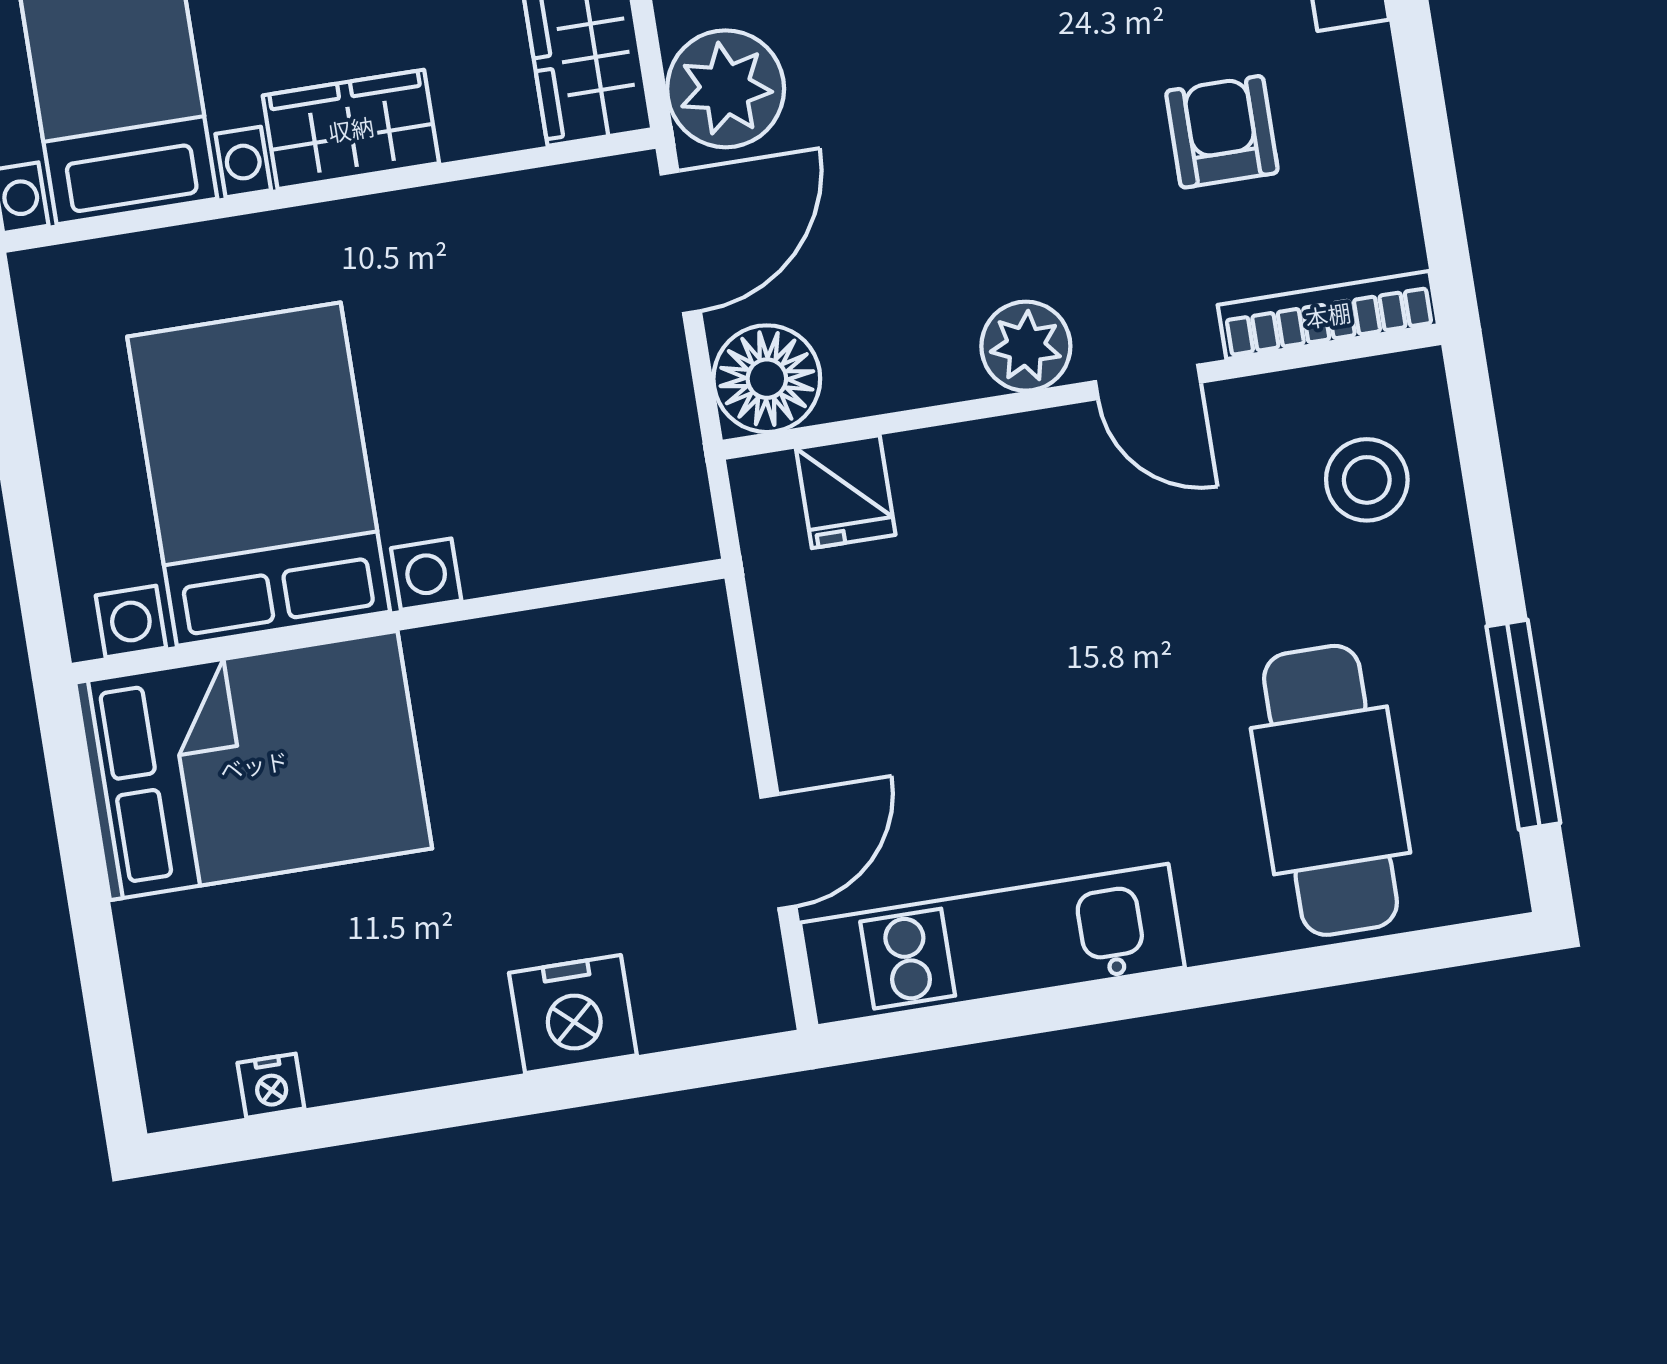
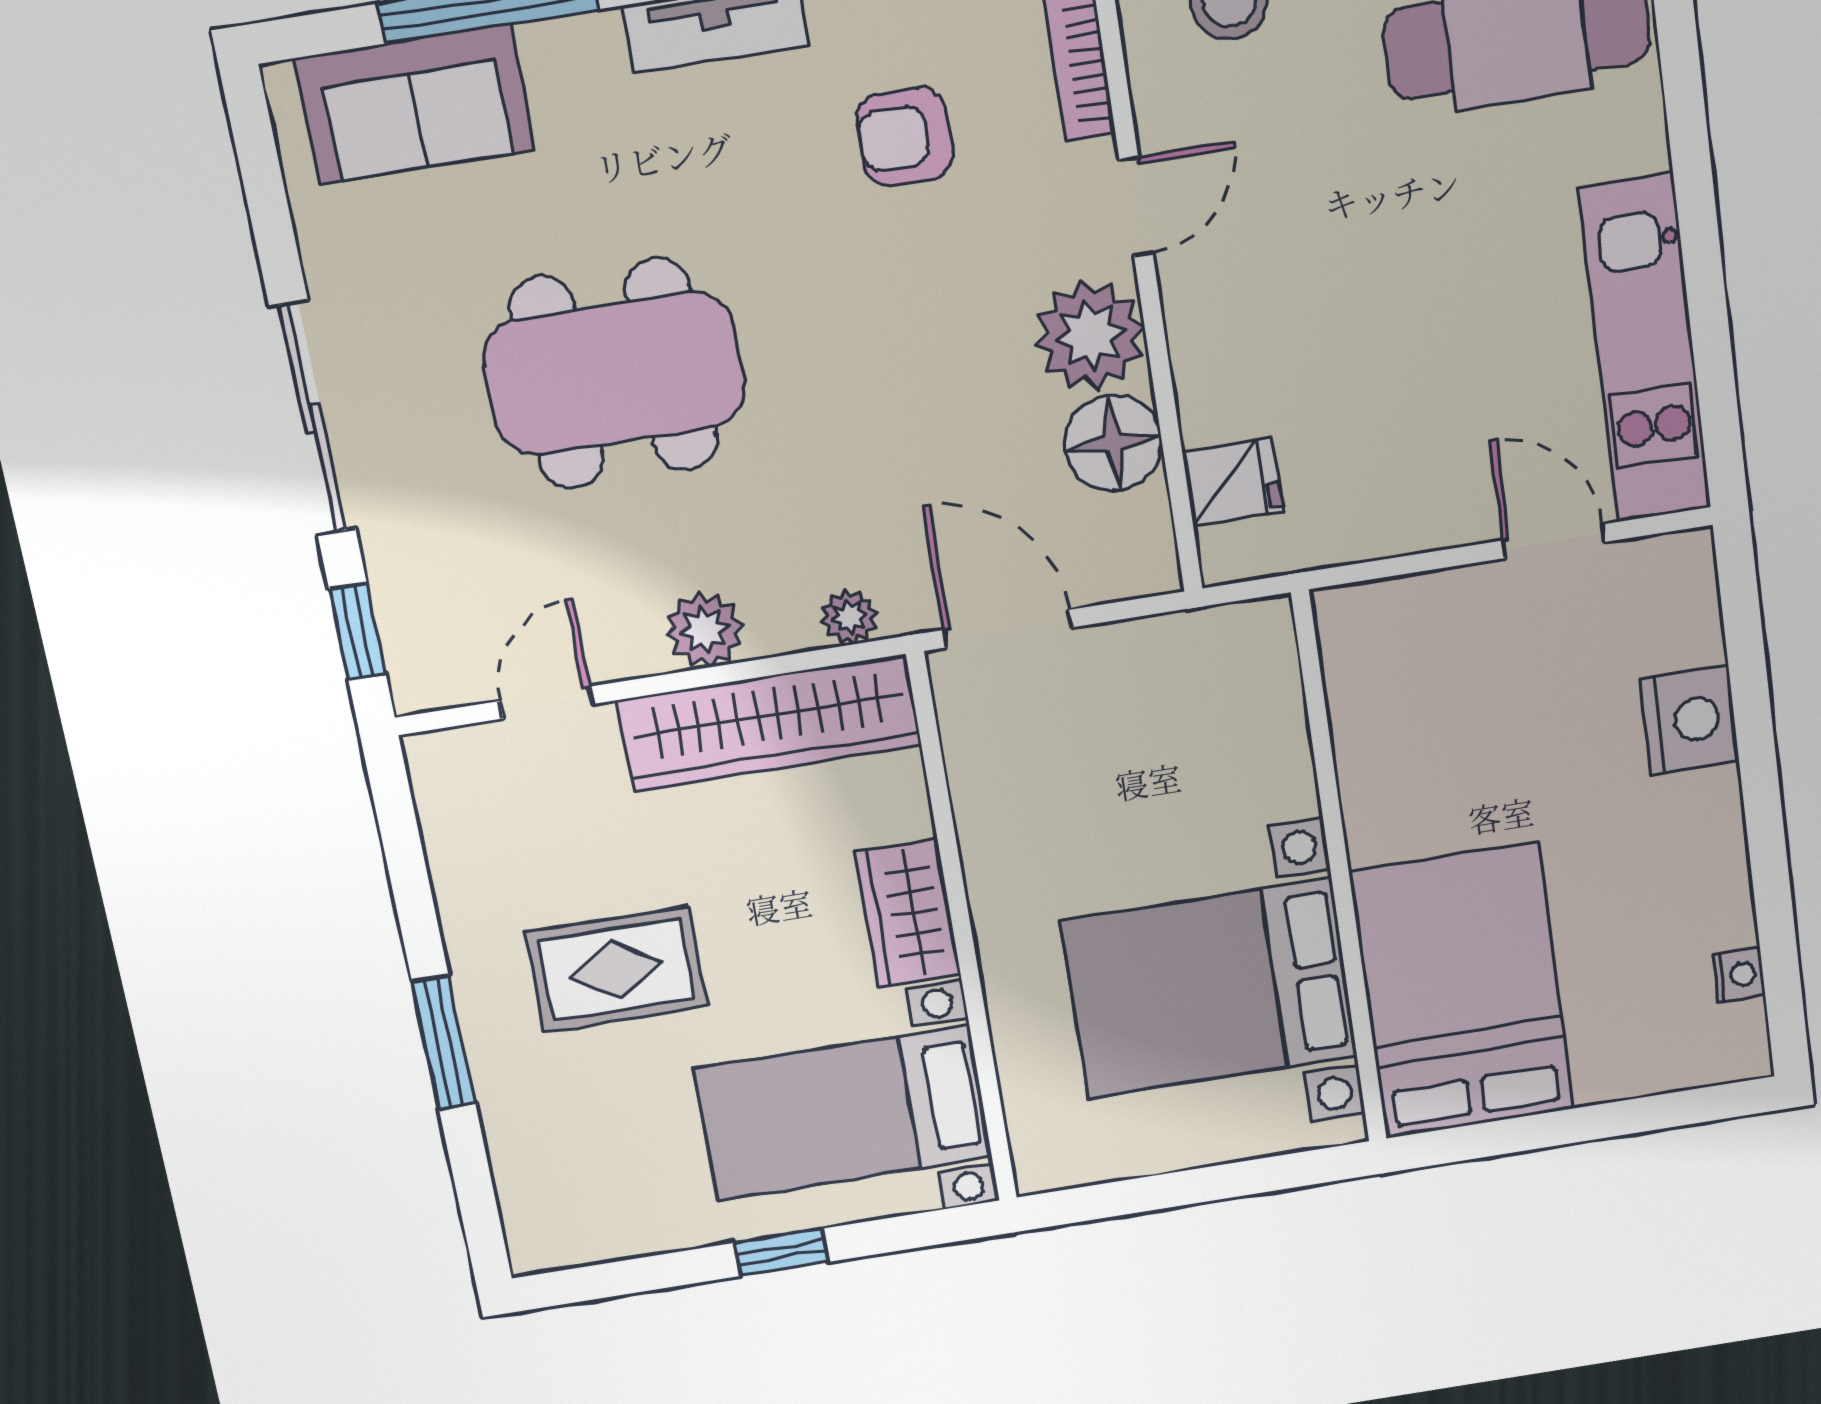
plant: (726, 89) -> (849, 617), width x0.53, depth x0.53
plant: (1026, 346) -> (1090, 336), width x1.36, depth x1.36
floor lamp: (767, 379) -> (1113, 443), moved

